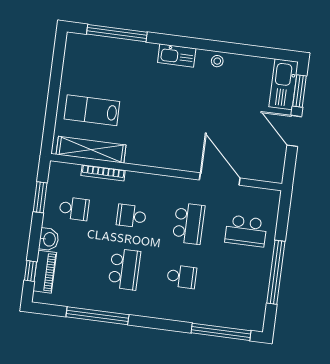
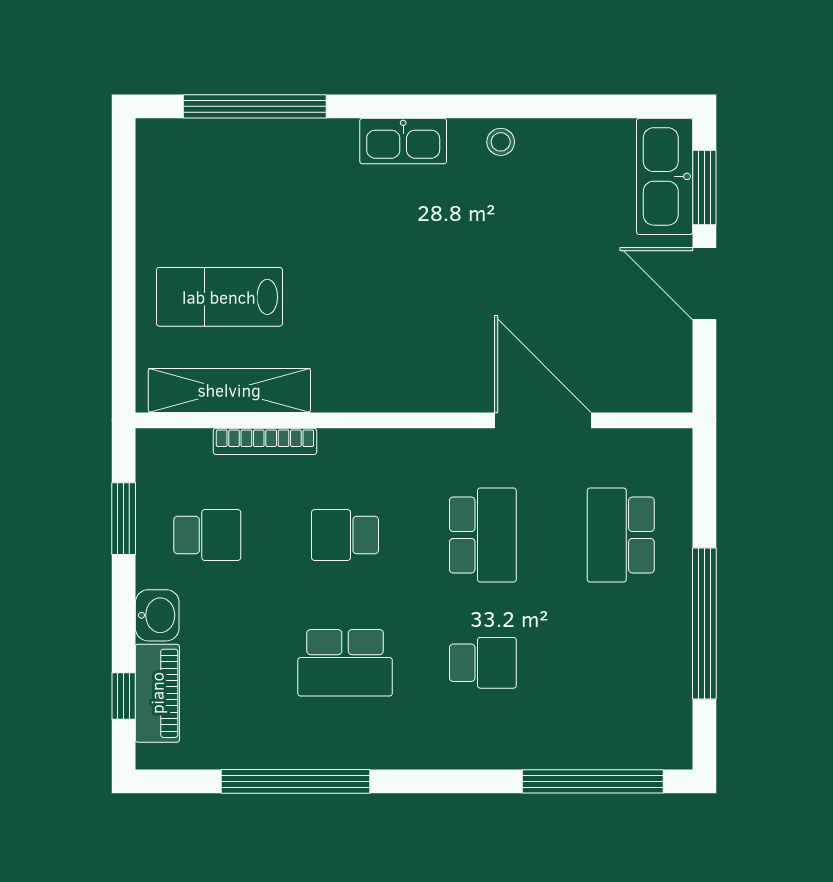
school desk: (246, 231) -> (621, 535), turned 90
school desk: (124, 269) -> (345, 663), turned 90

